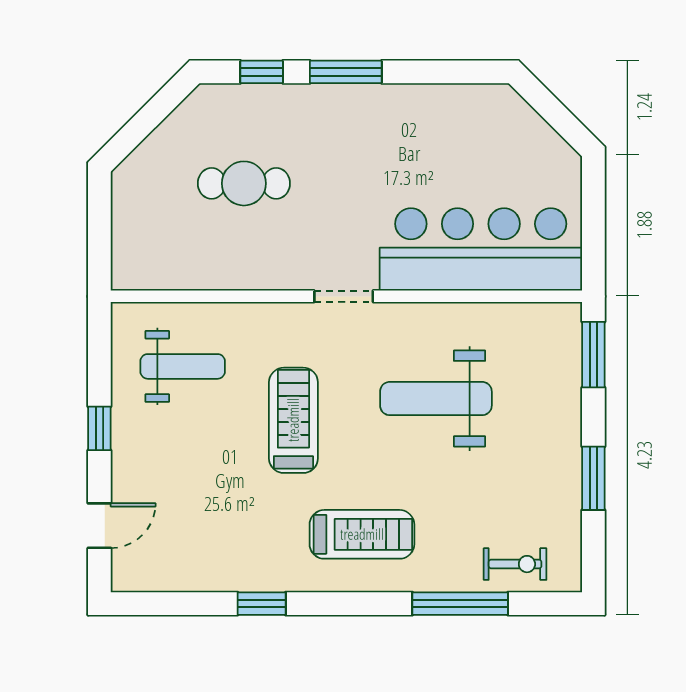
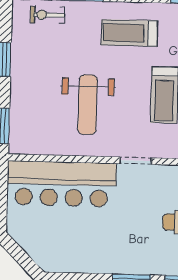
weight bench: (436, 399) -> (88, 105), turned 90

